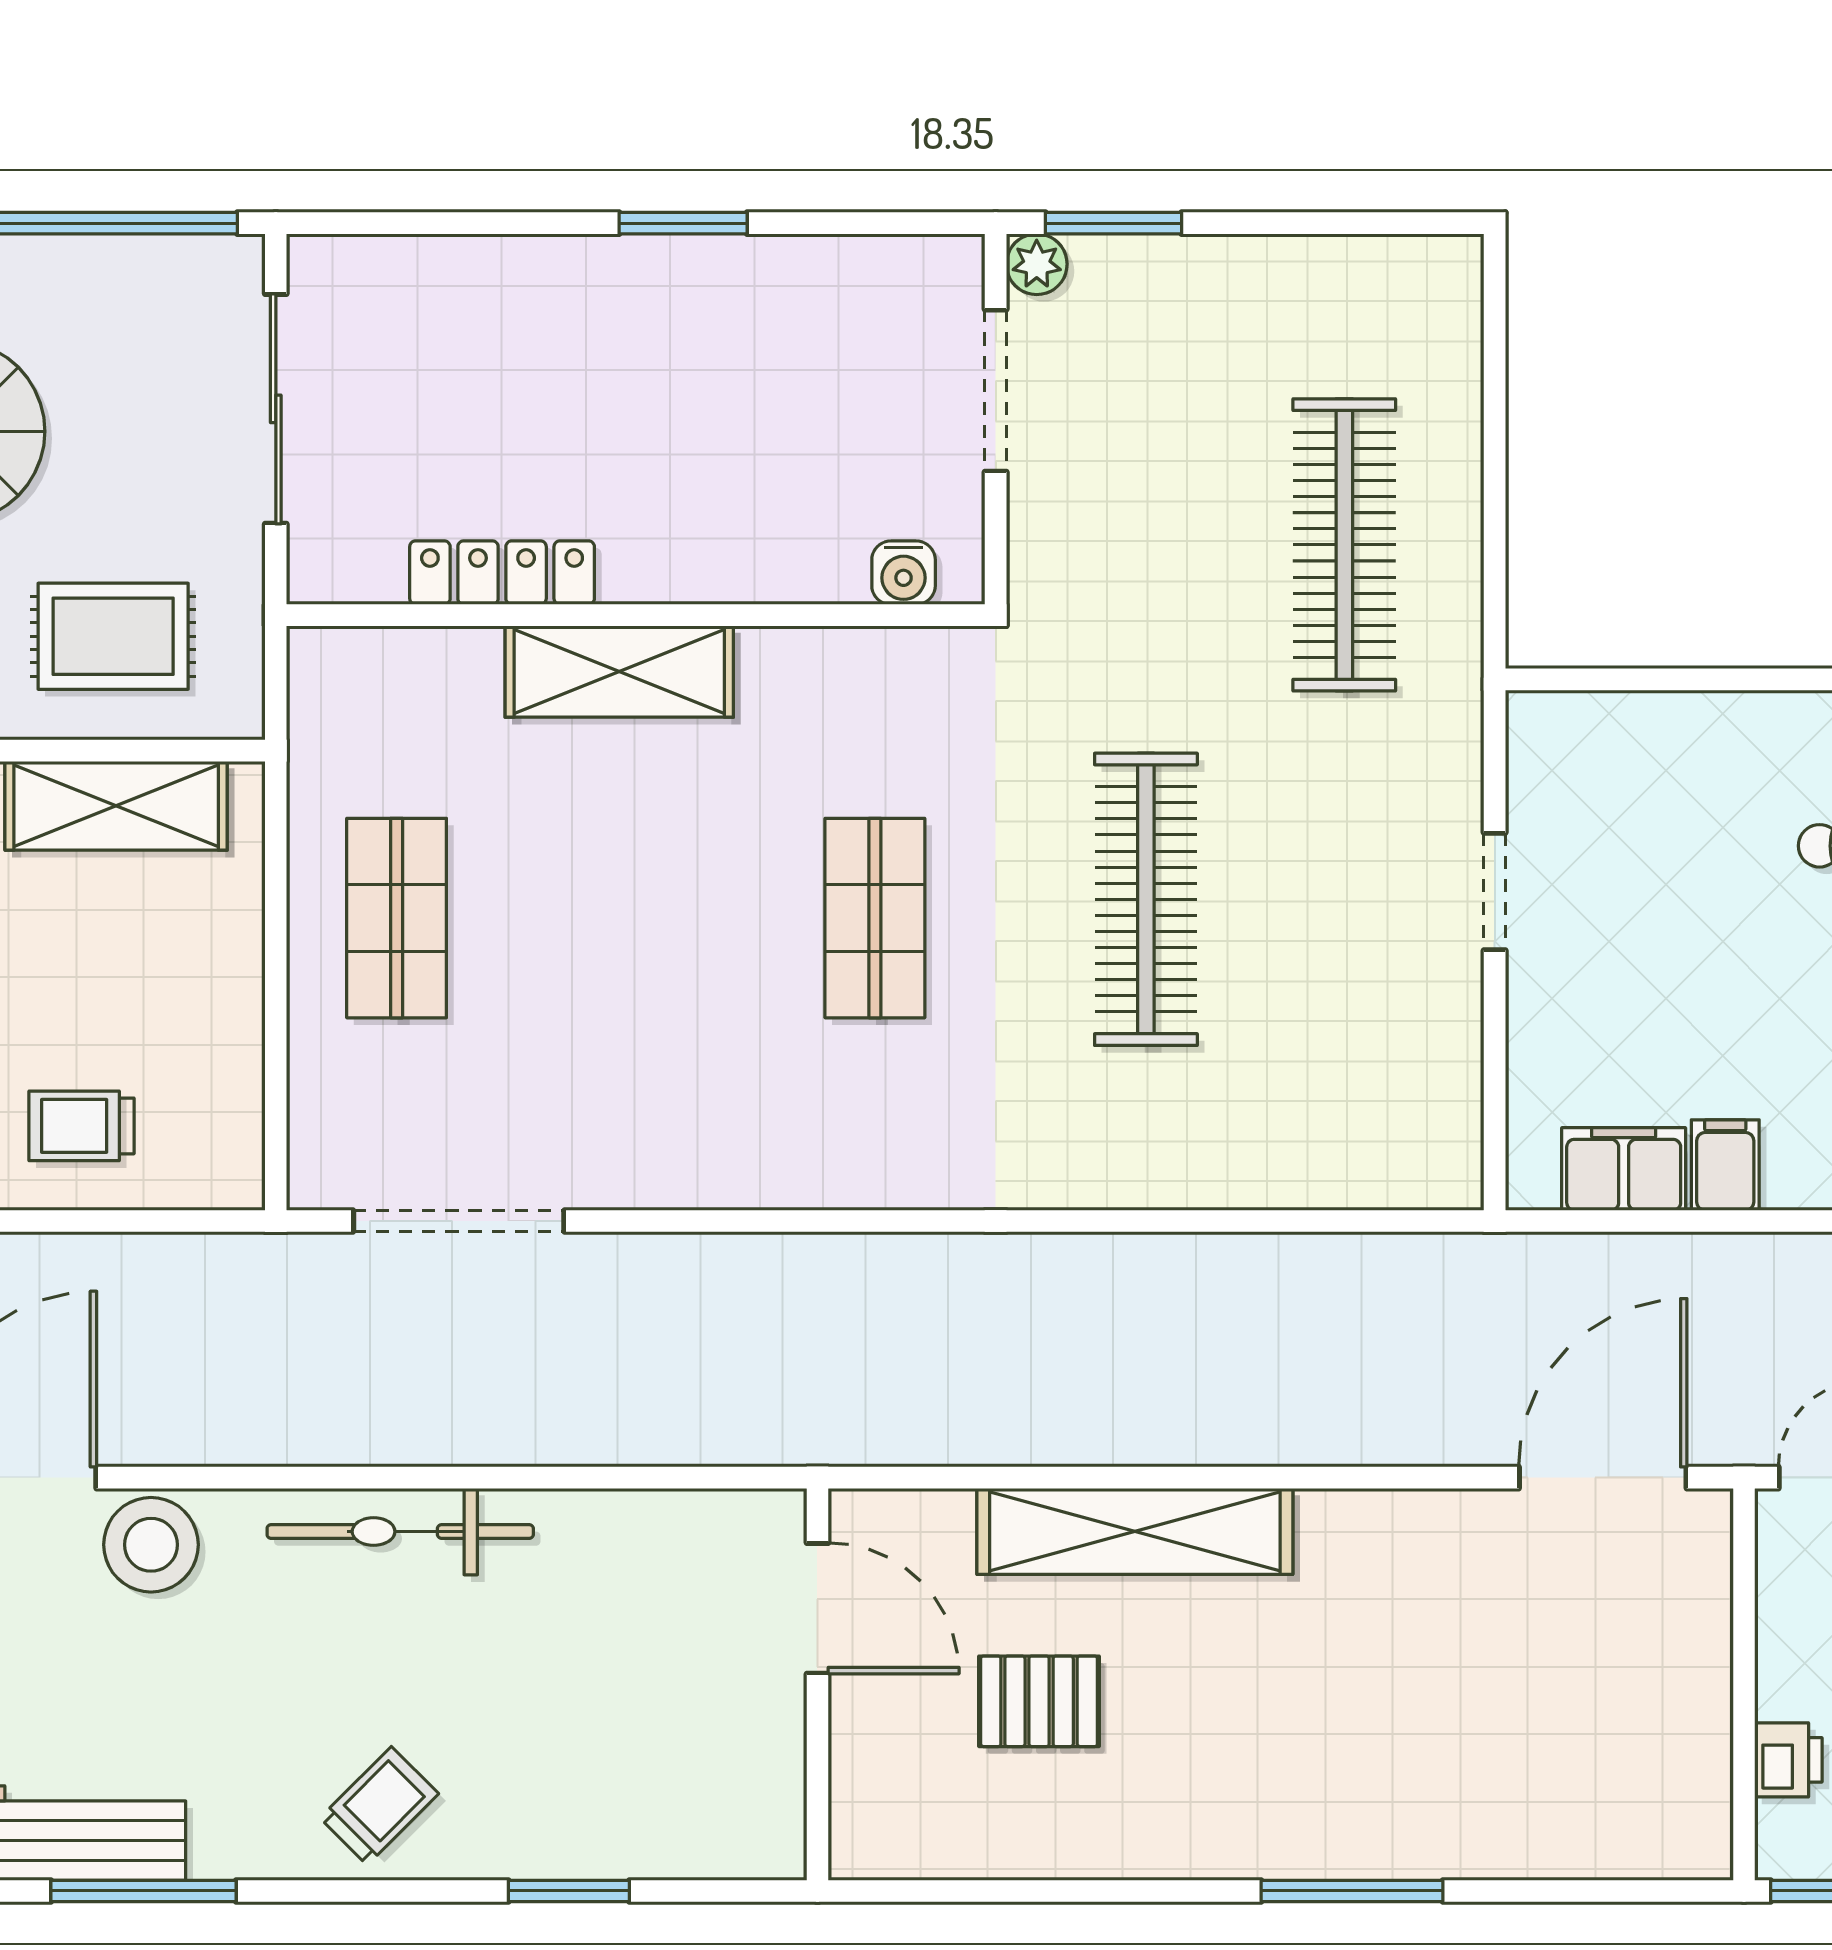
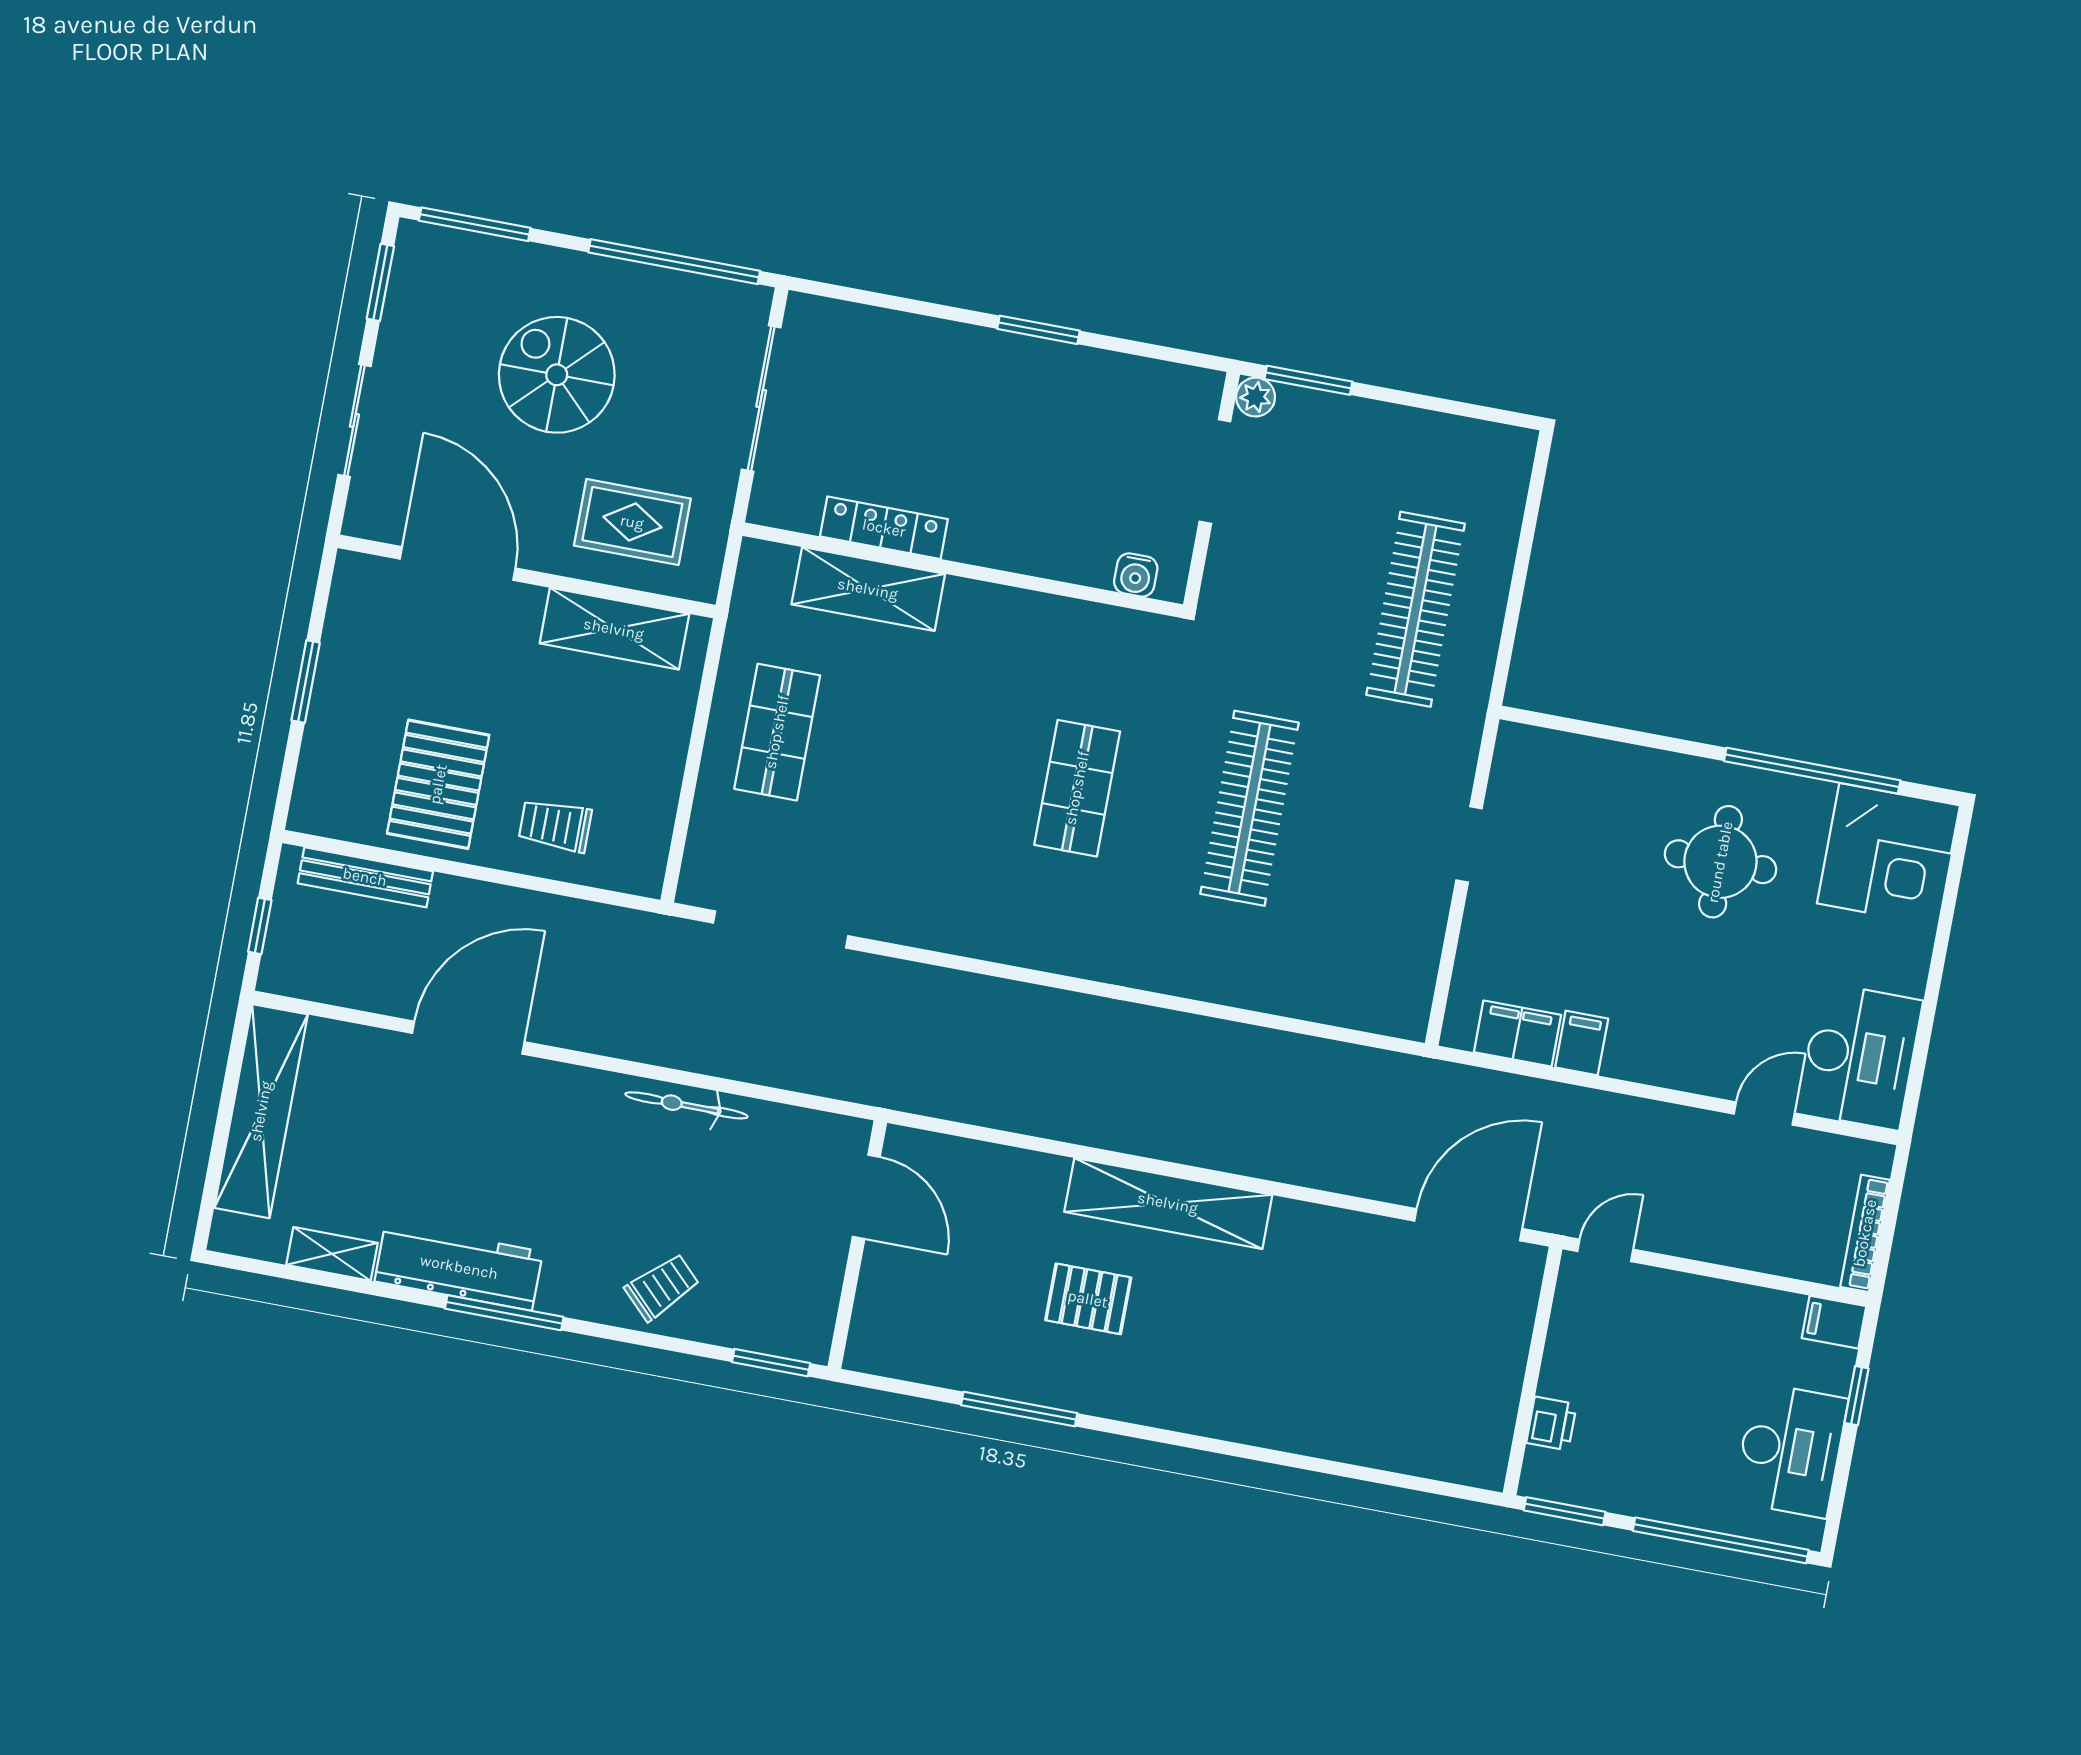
shelving: (619, 672) -> (868, 589), moved
bicycle: (400, 1532) -> (686, 1105), width x0.73, depth x0.71
stool: (151, 1545) -> (550, 1096), removed
door: (817, 1608) -> (866, 1197), moved
wall: (817, 1684) -> (857, 1245), moved
window: (1352, 1891) -> (1019, 1409), moved

